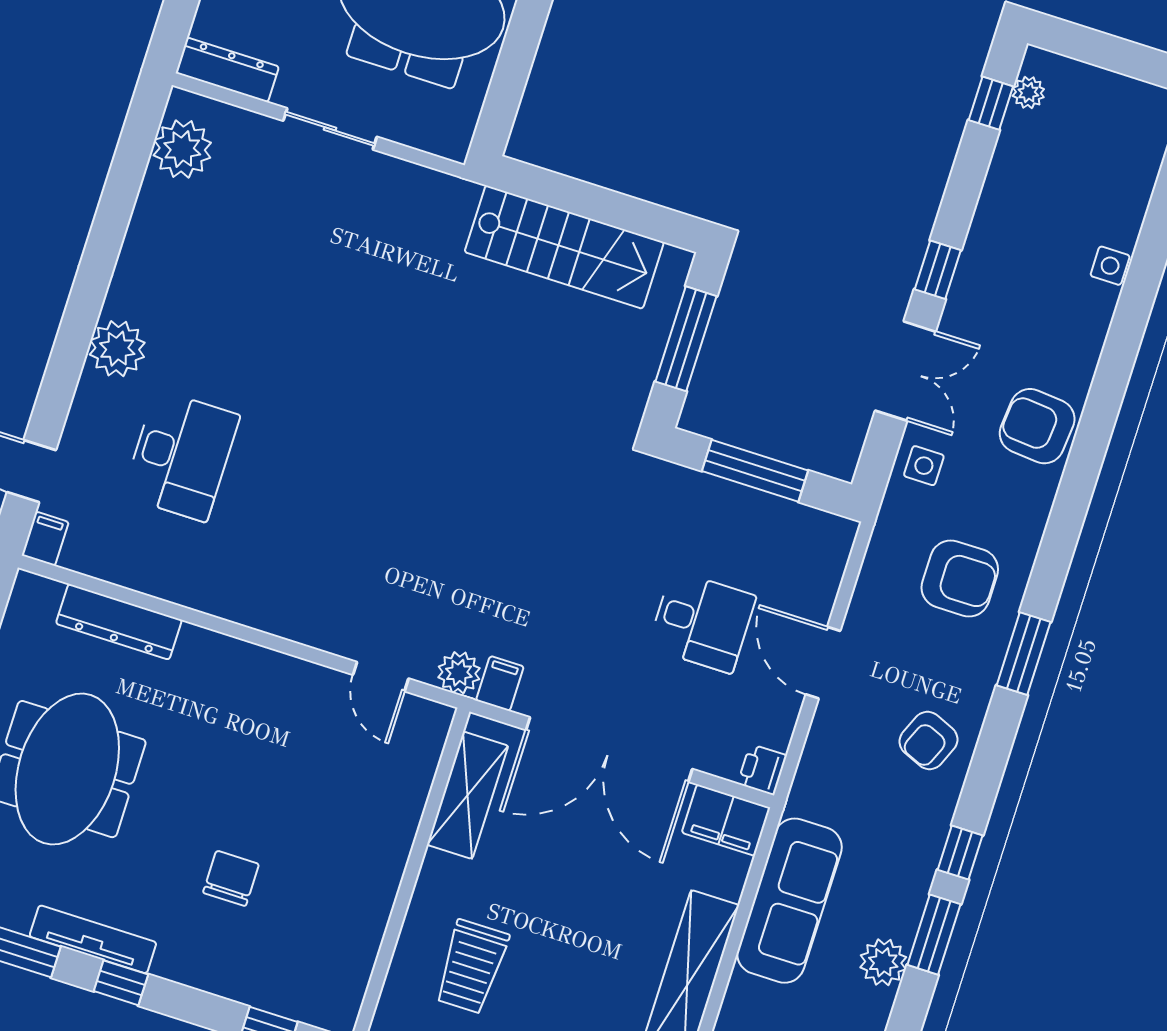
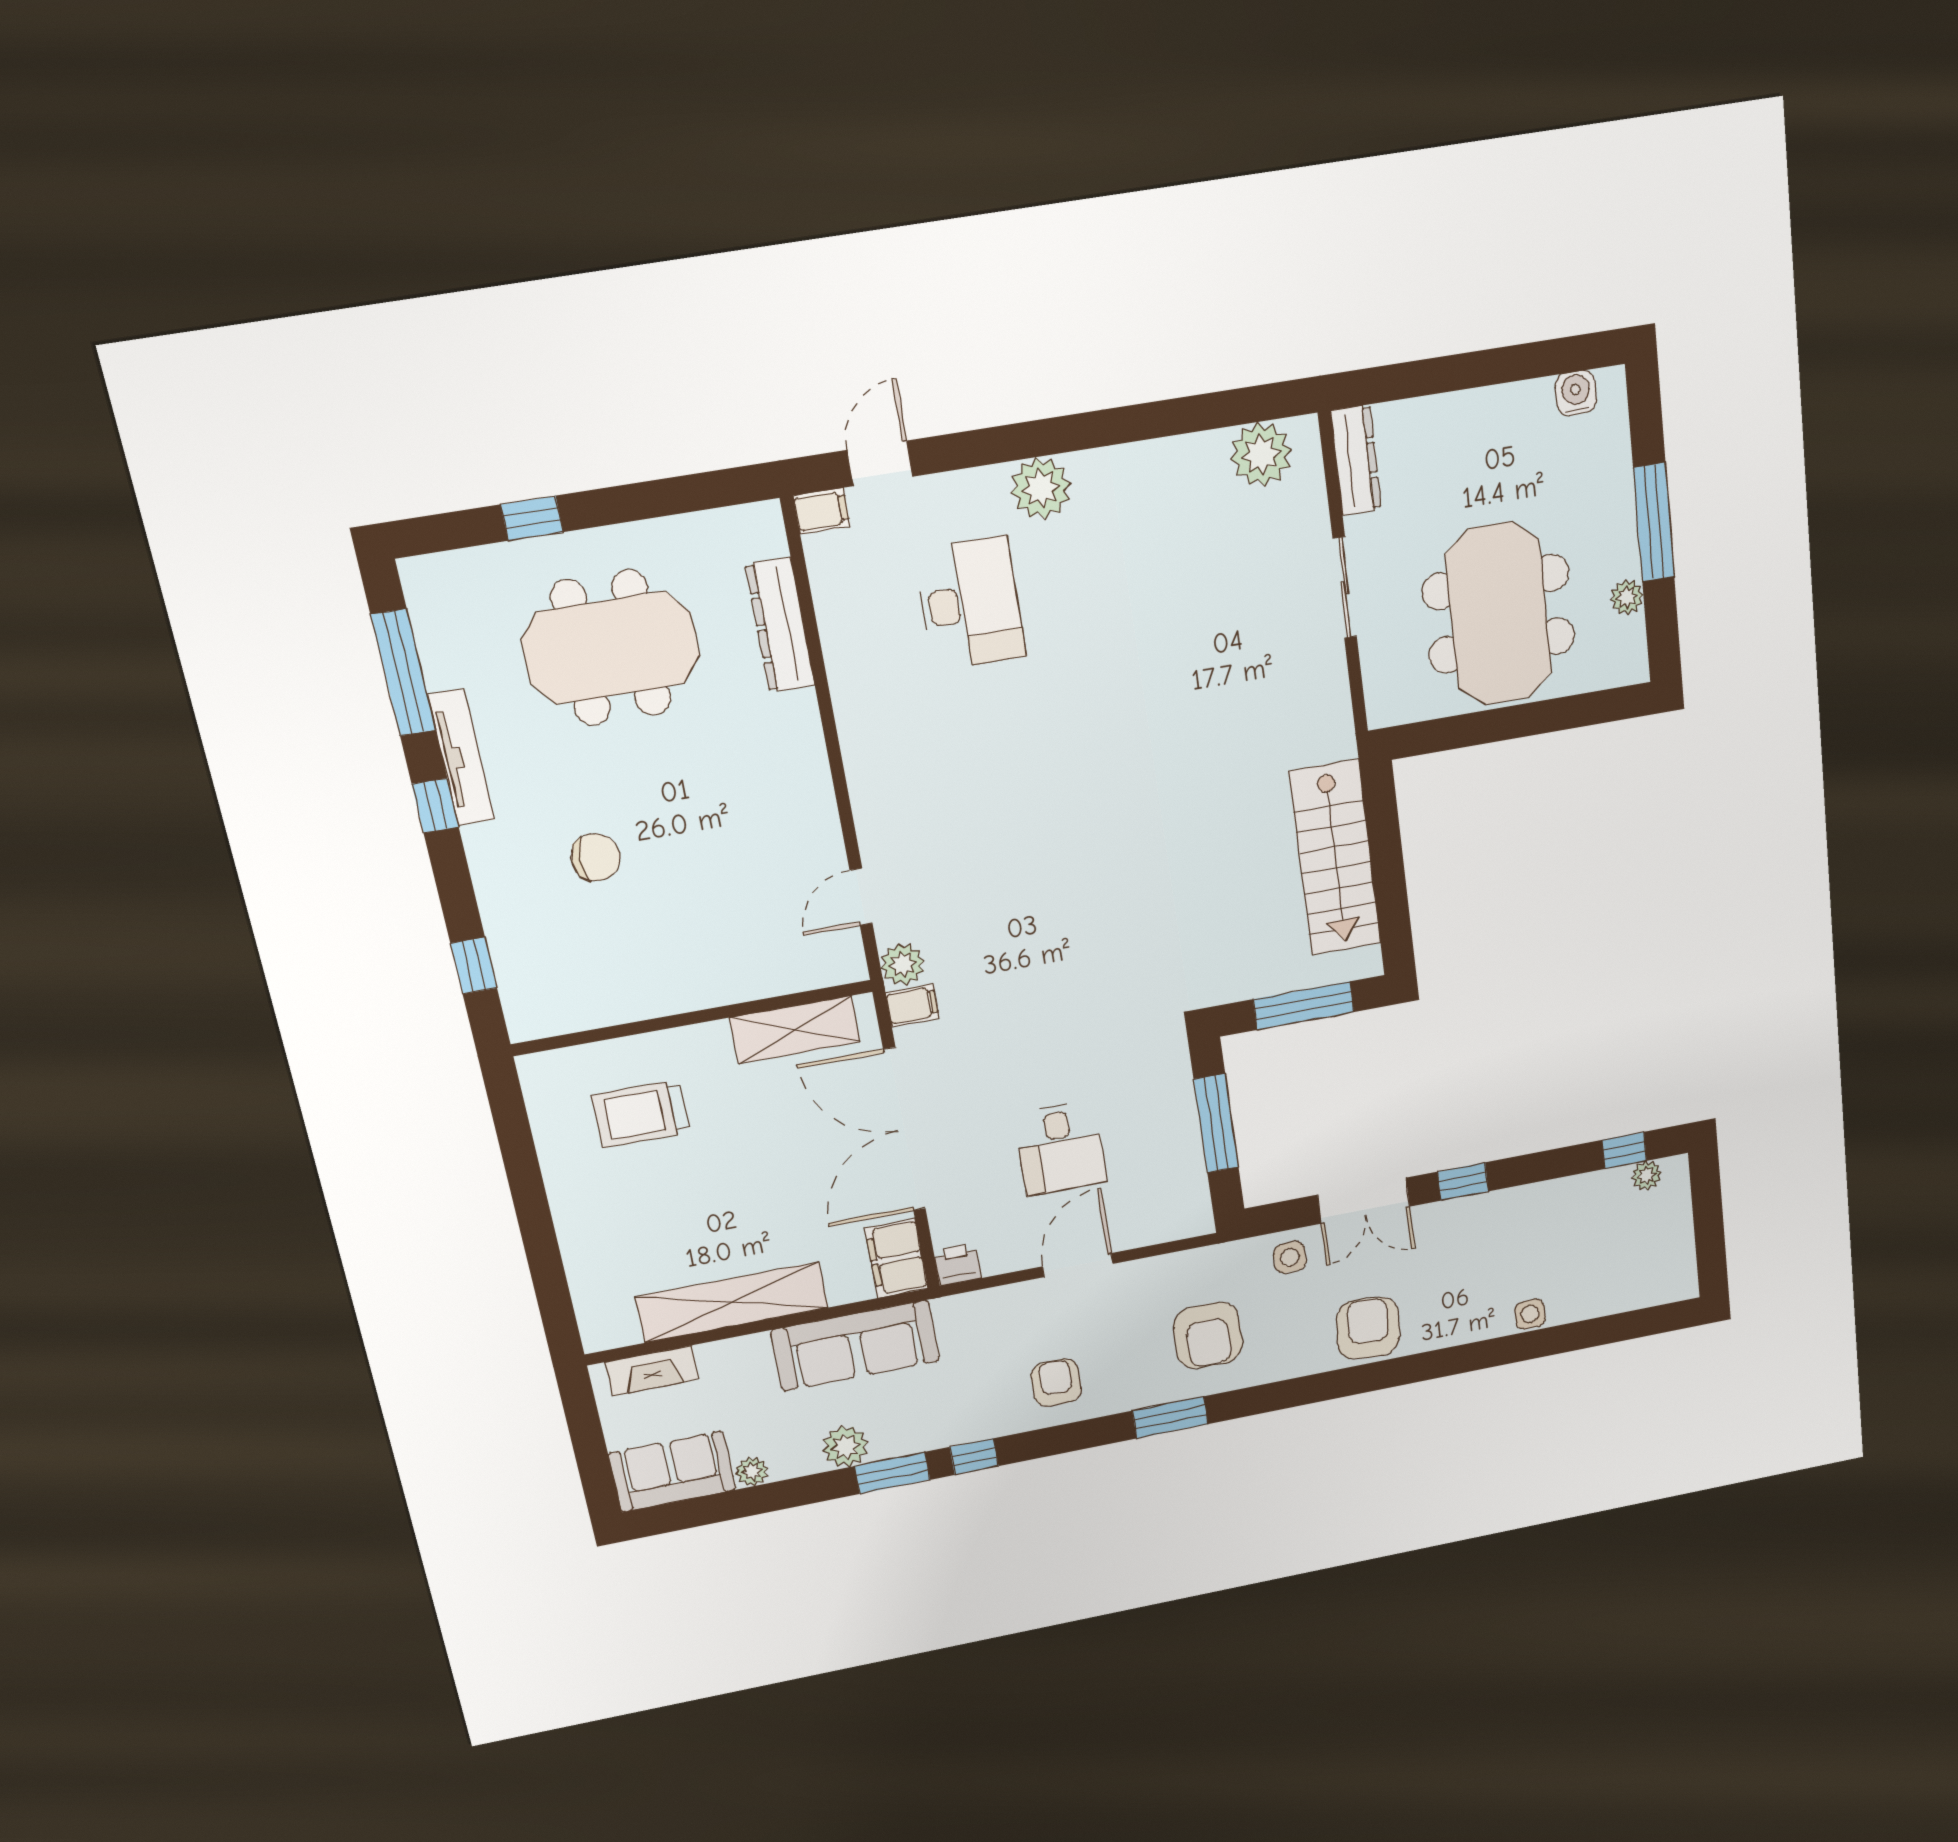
desk: (181, 456) -> (970, 604), turned -90
armchair: (928, 740) -> (1056, 1383), turned 67

